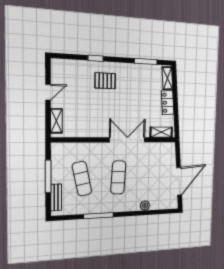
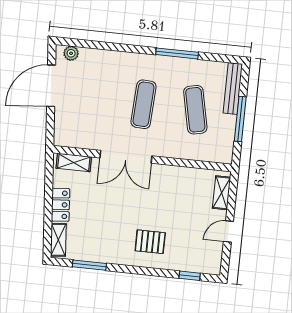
window: (96, 58) -> (190, 276), moved
bench: (56, 197) -> (233, 89), width x1.36
plant: (145, 206) -> (71, 53), moved

